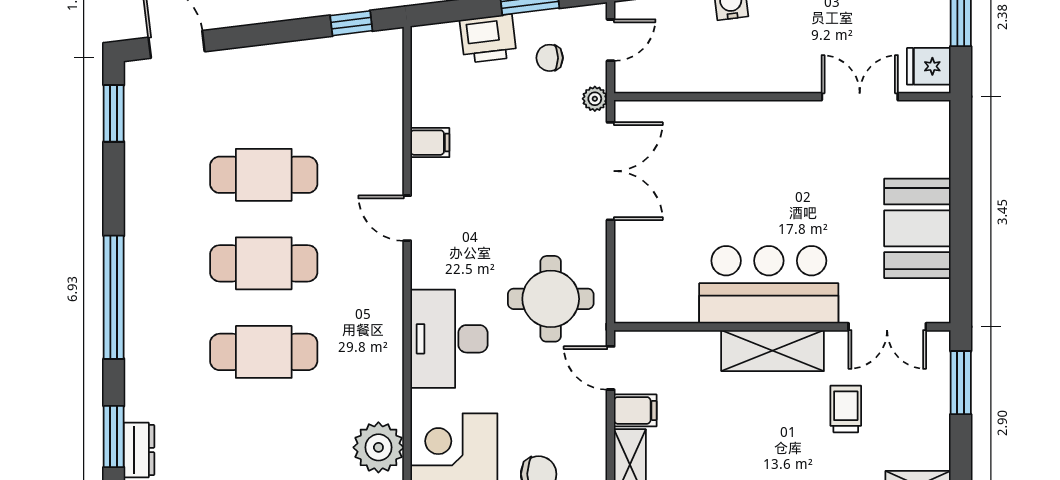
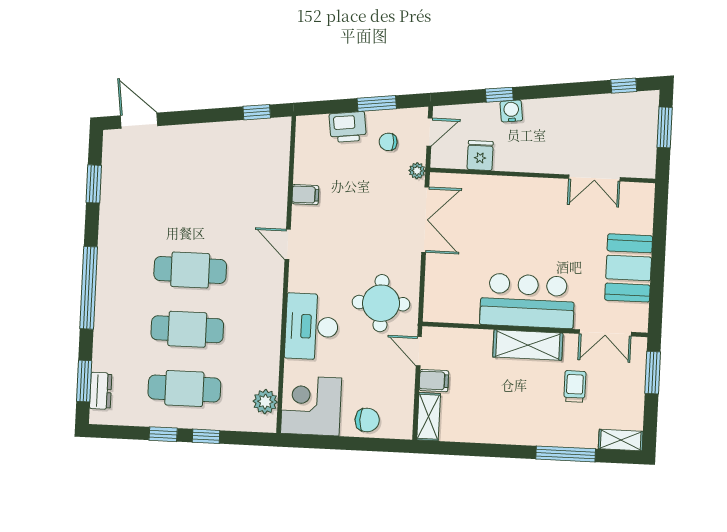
fridge: (929, 66) -> (480, 155), moved, turned 90
double door: (860, 97) -> (594, 178), swing flipped
window: (114, 113) -> (94, 184), moved
cafe table: (264, 175) -> (184, 389), moved
plant: (378, 447) -> (265, 402), width x0.73, depth x0.73

